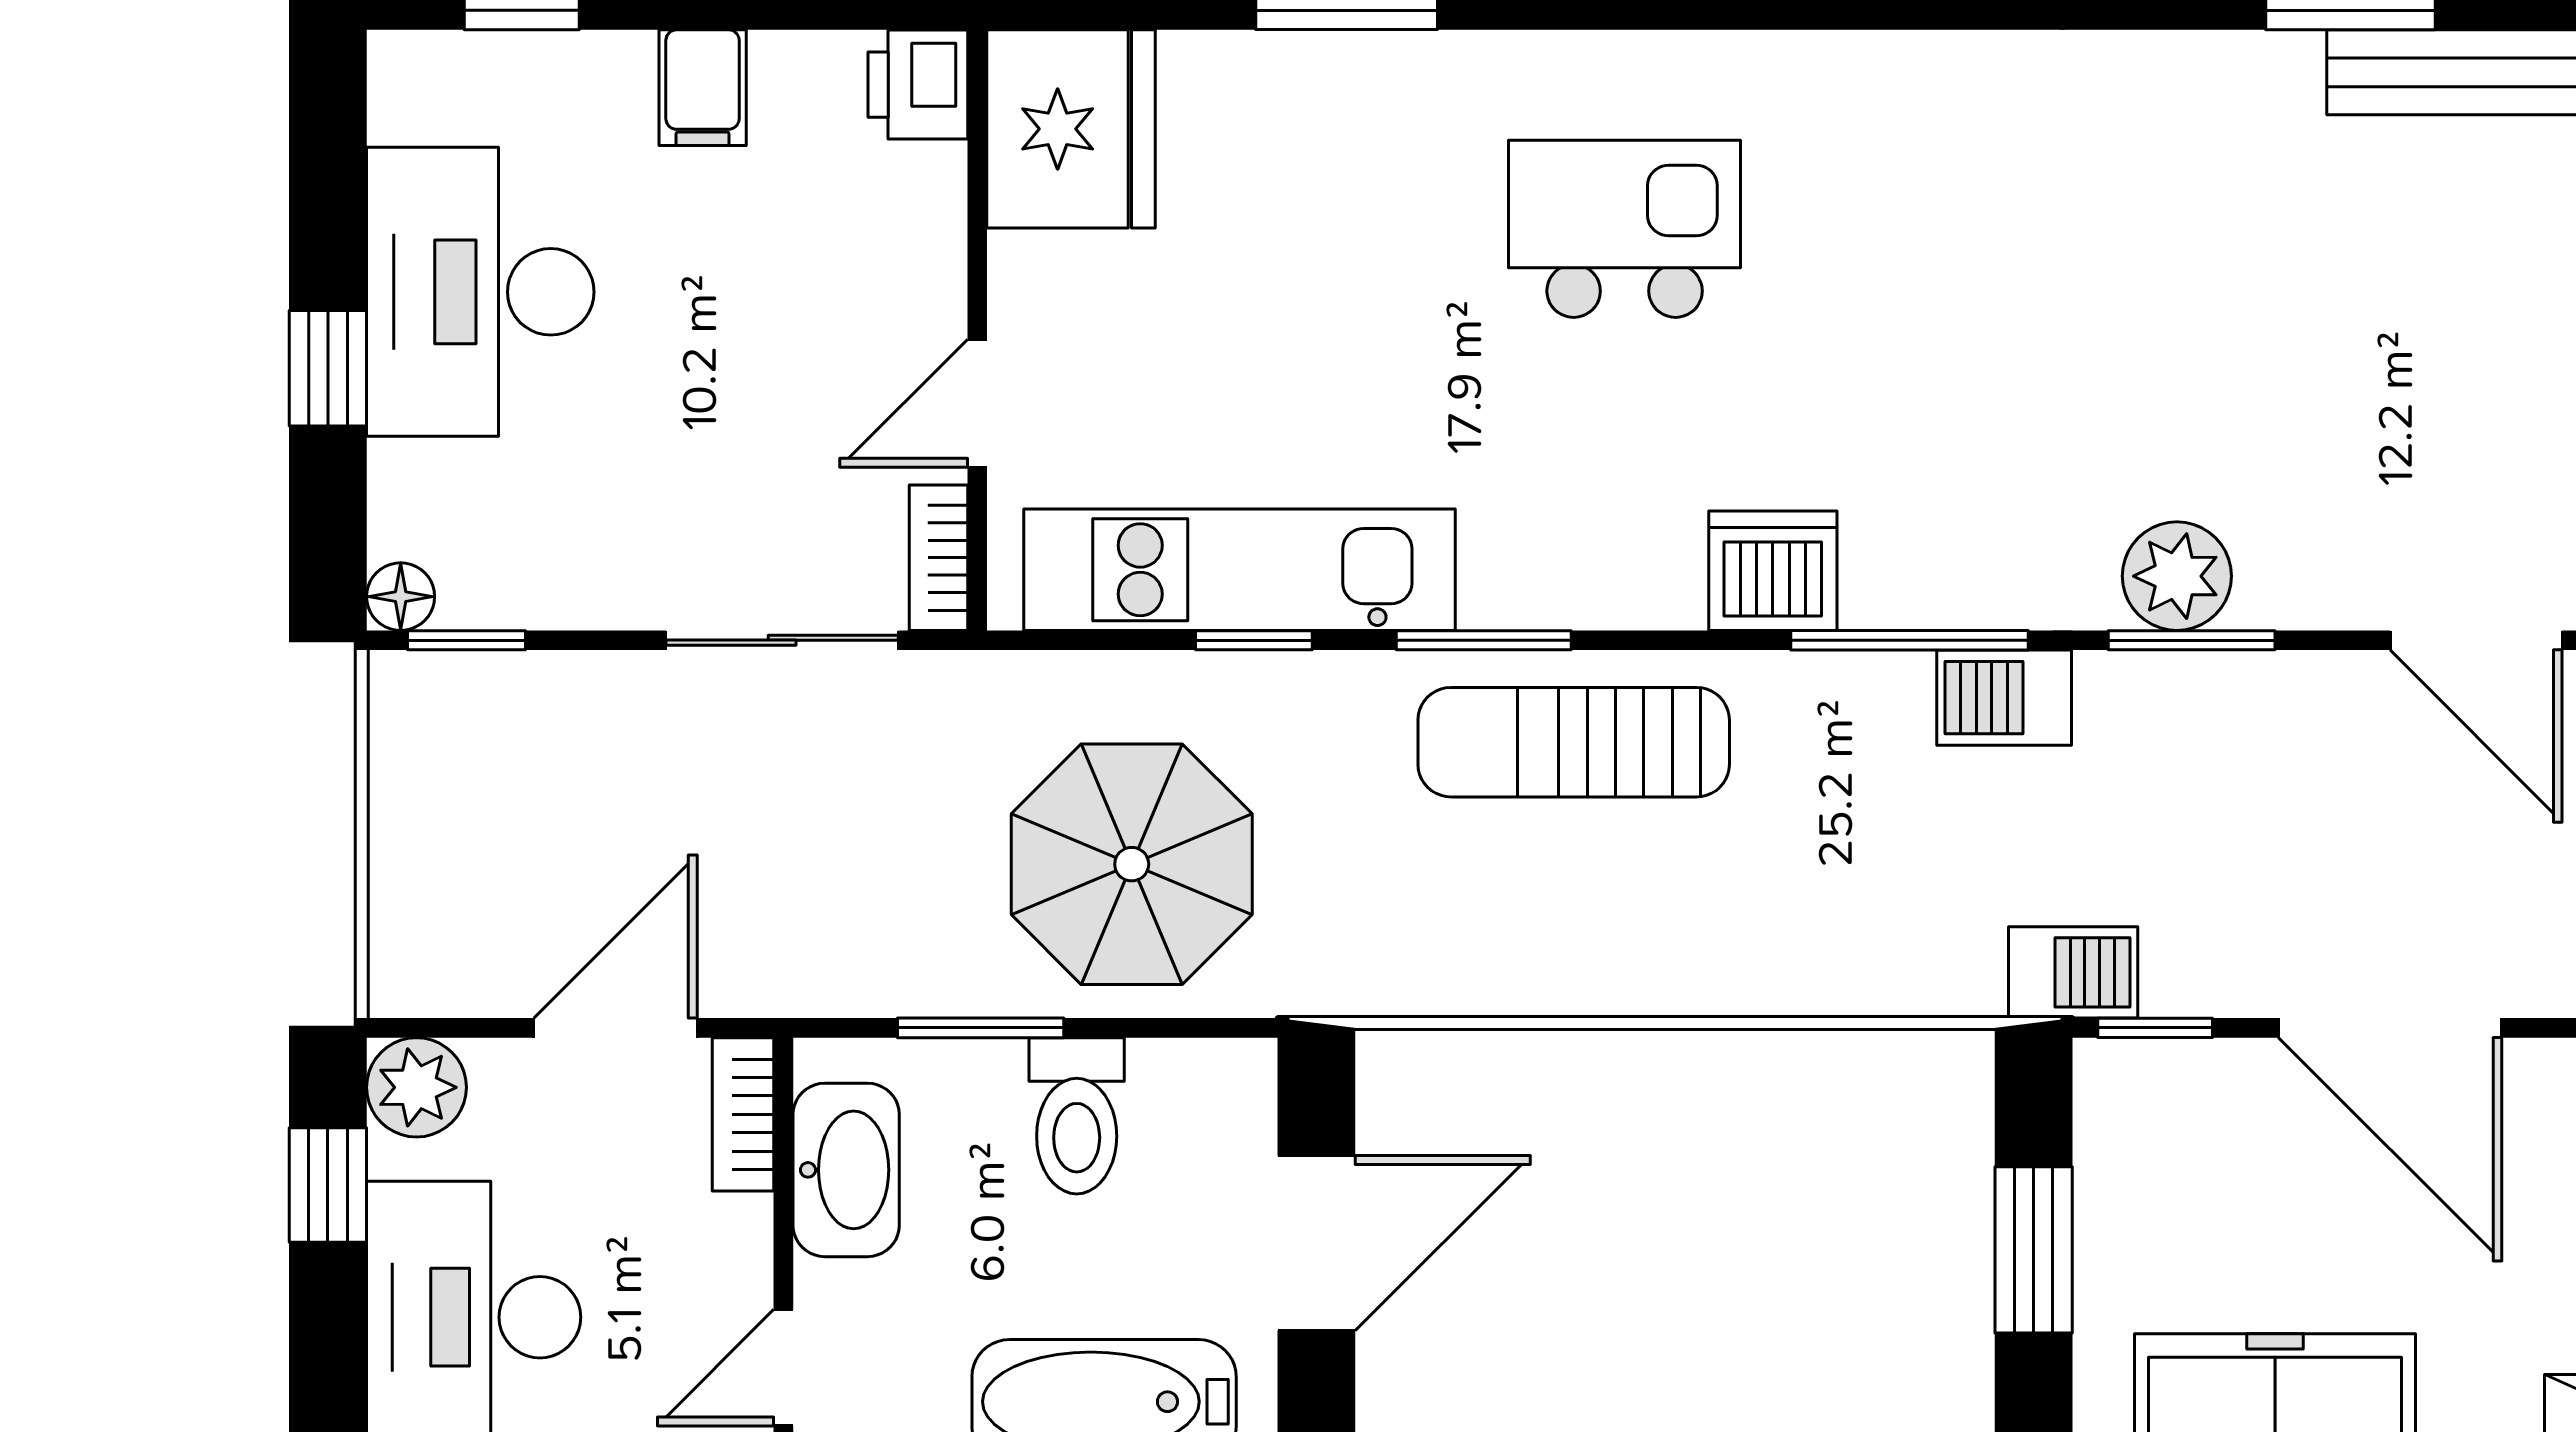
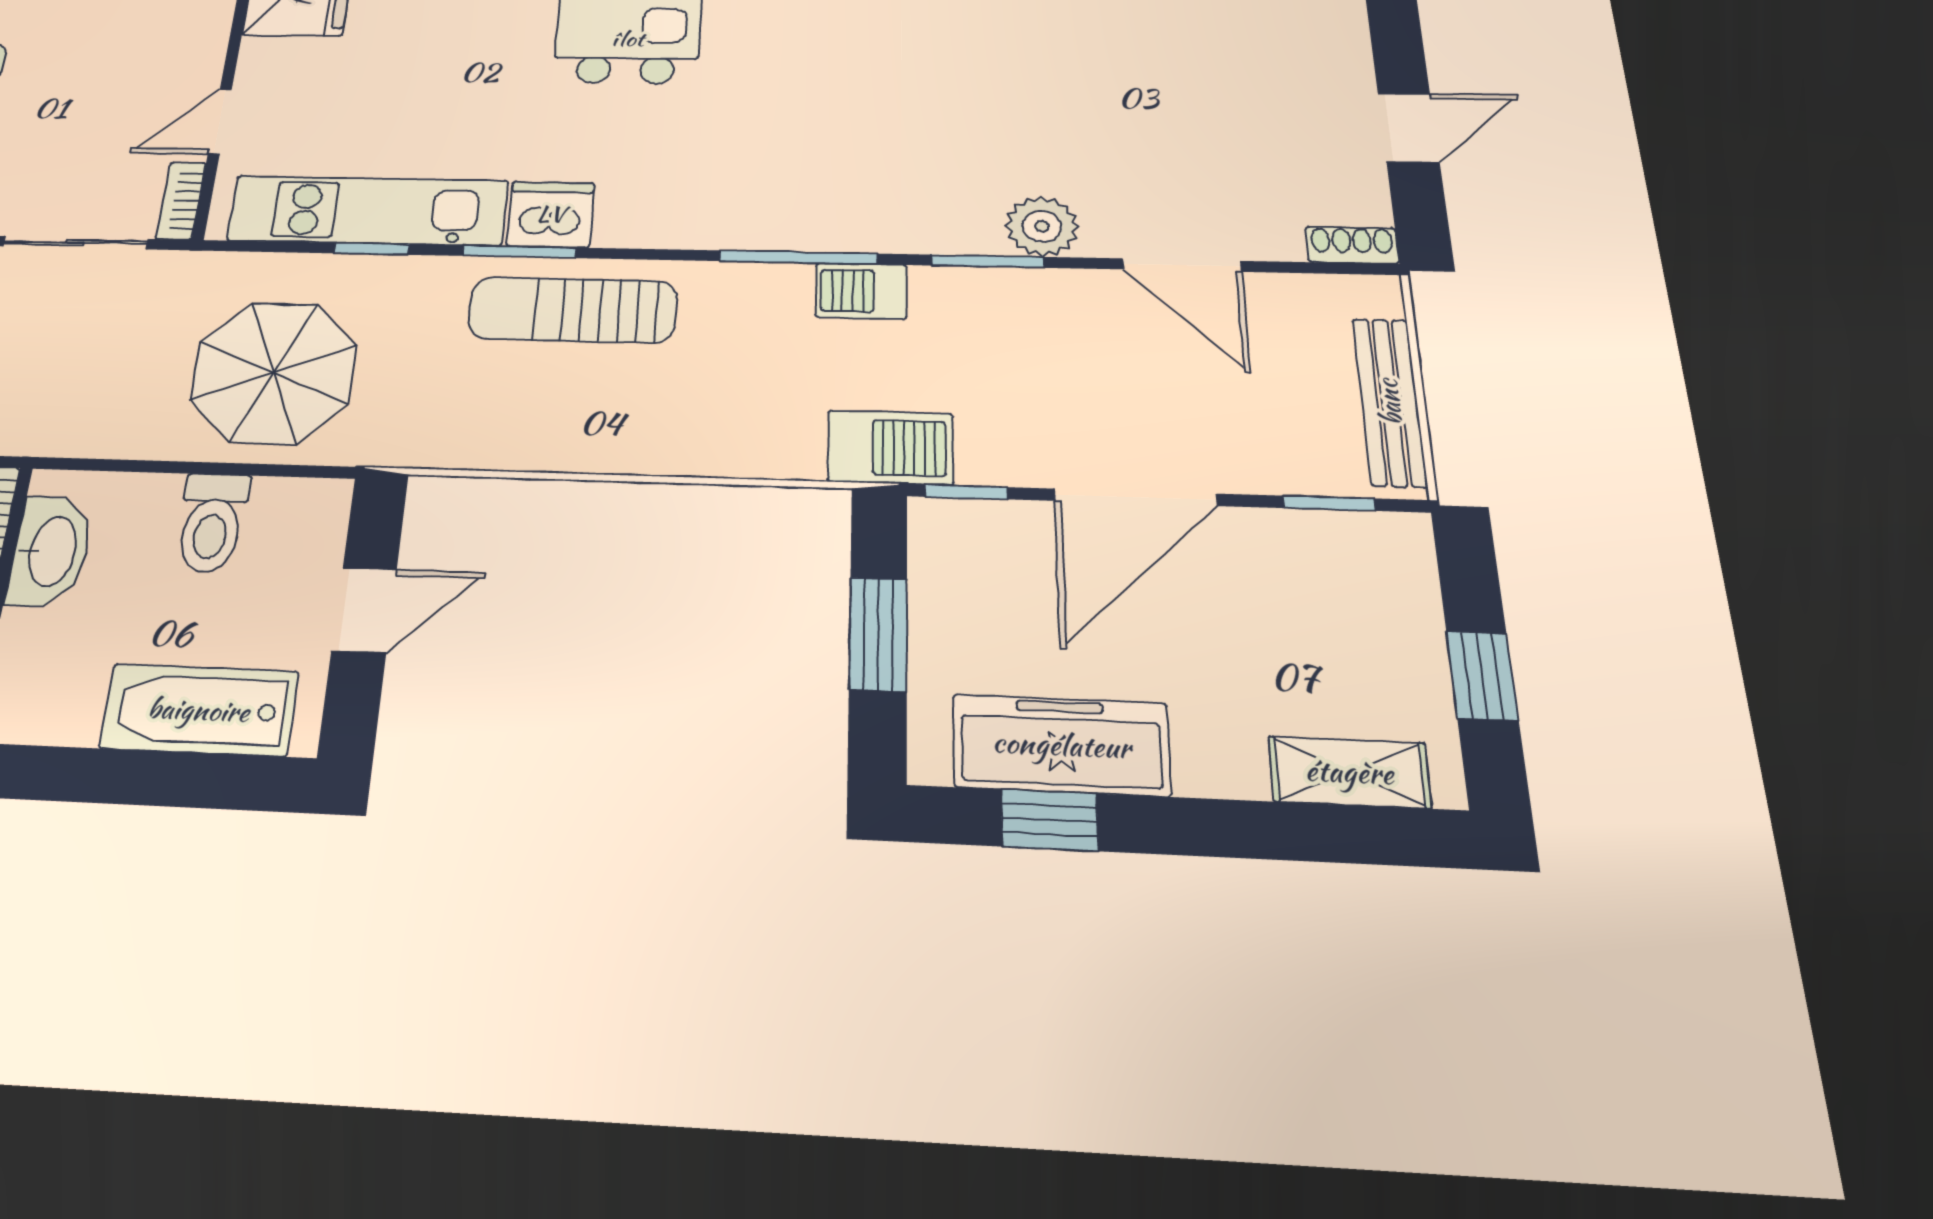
dishwasher: (1773, 571) -> (551, 214), moved
plant: (2177, 576) -> (1042, 226), moved
barbecue: (2073, 972) -> (890, 447), width x1.38, depth x1.27
window: (981, 1028) -> (157, 467), removed
door: (2390, 1028) -> (1136, 497), hinge flipped
door: (1316, 1243) -> (364, 610), width x0.73

